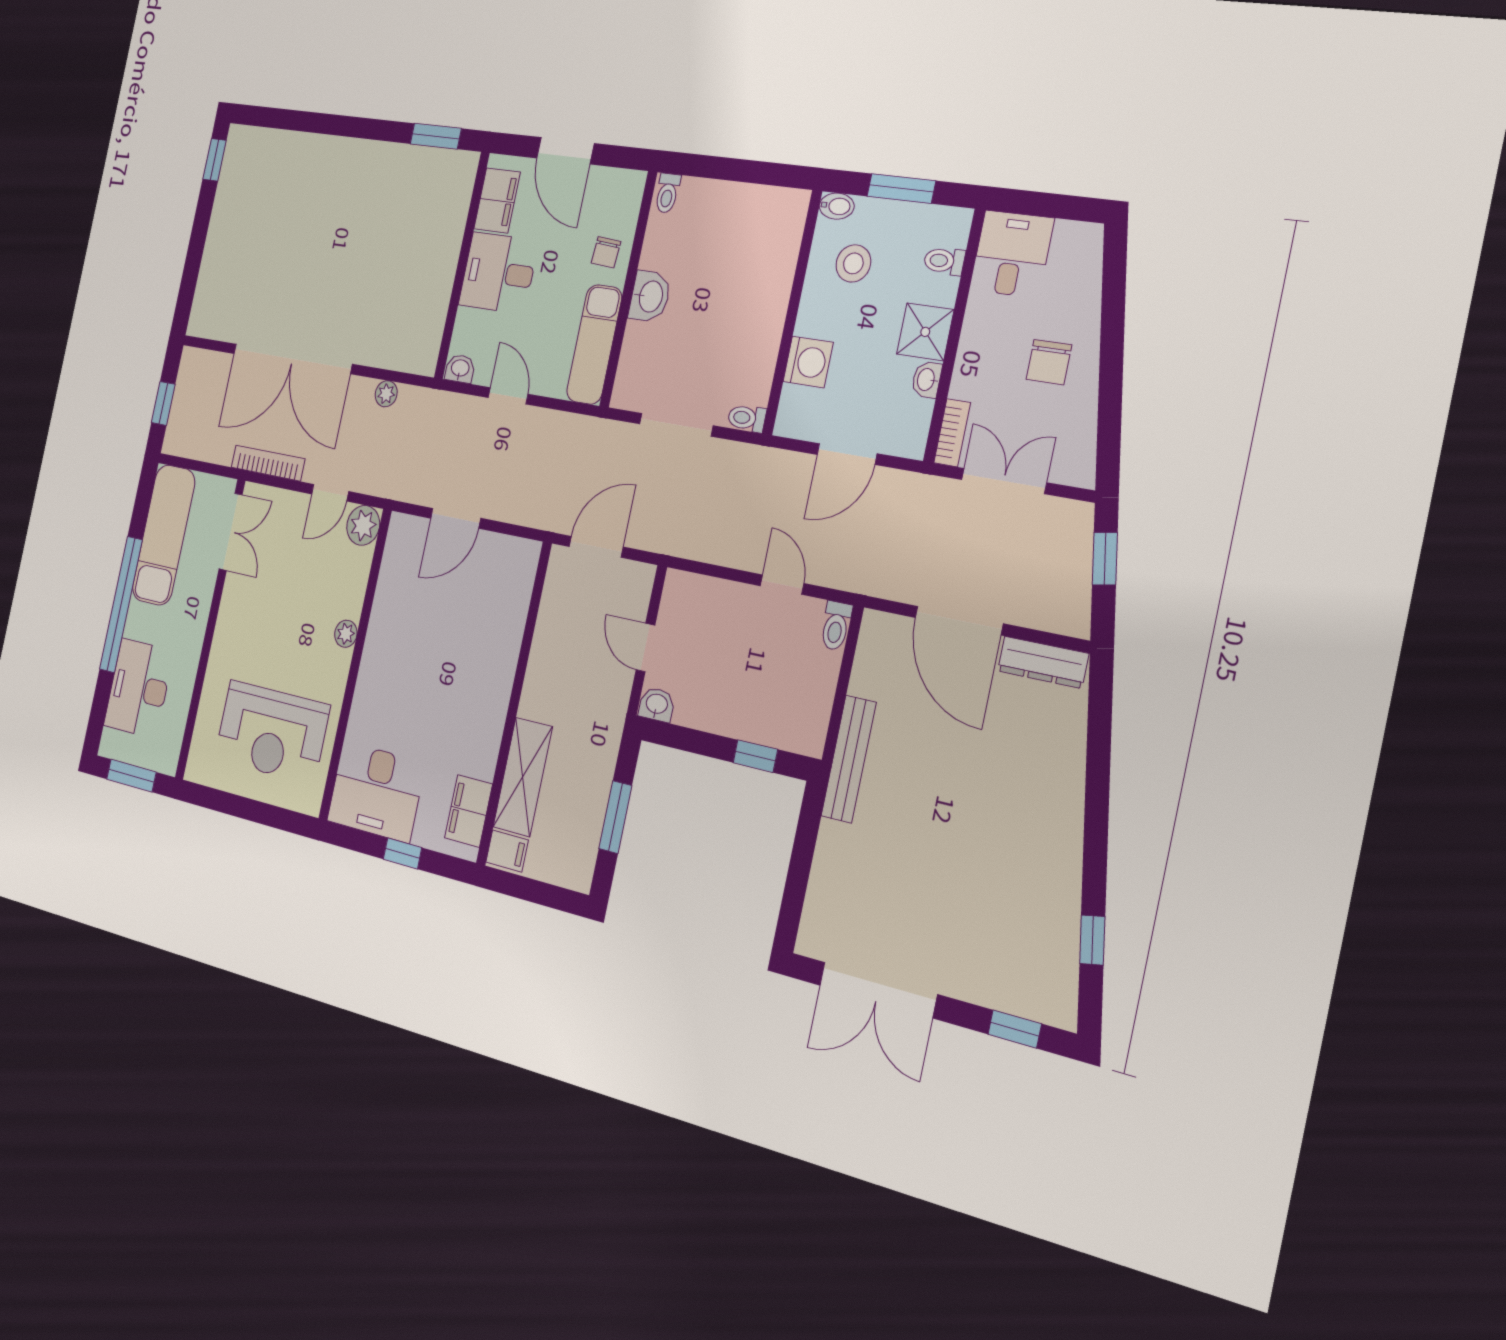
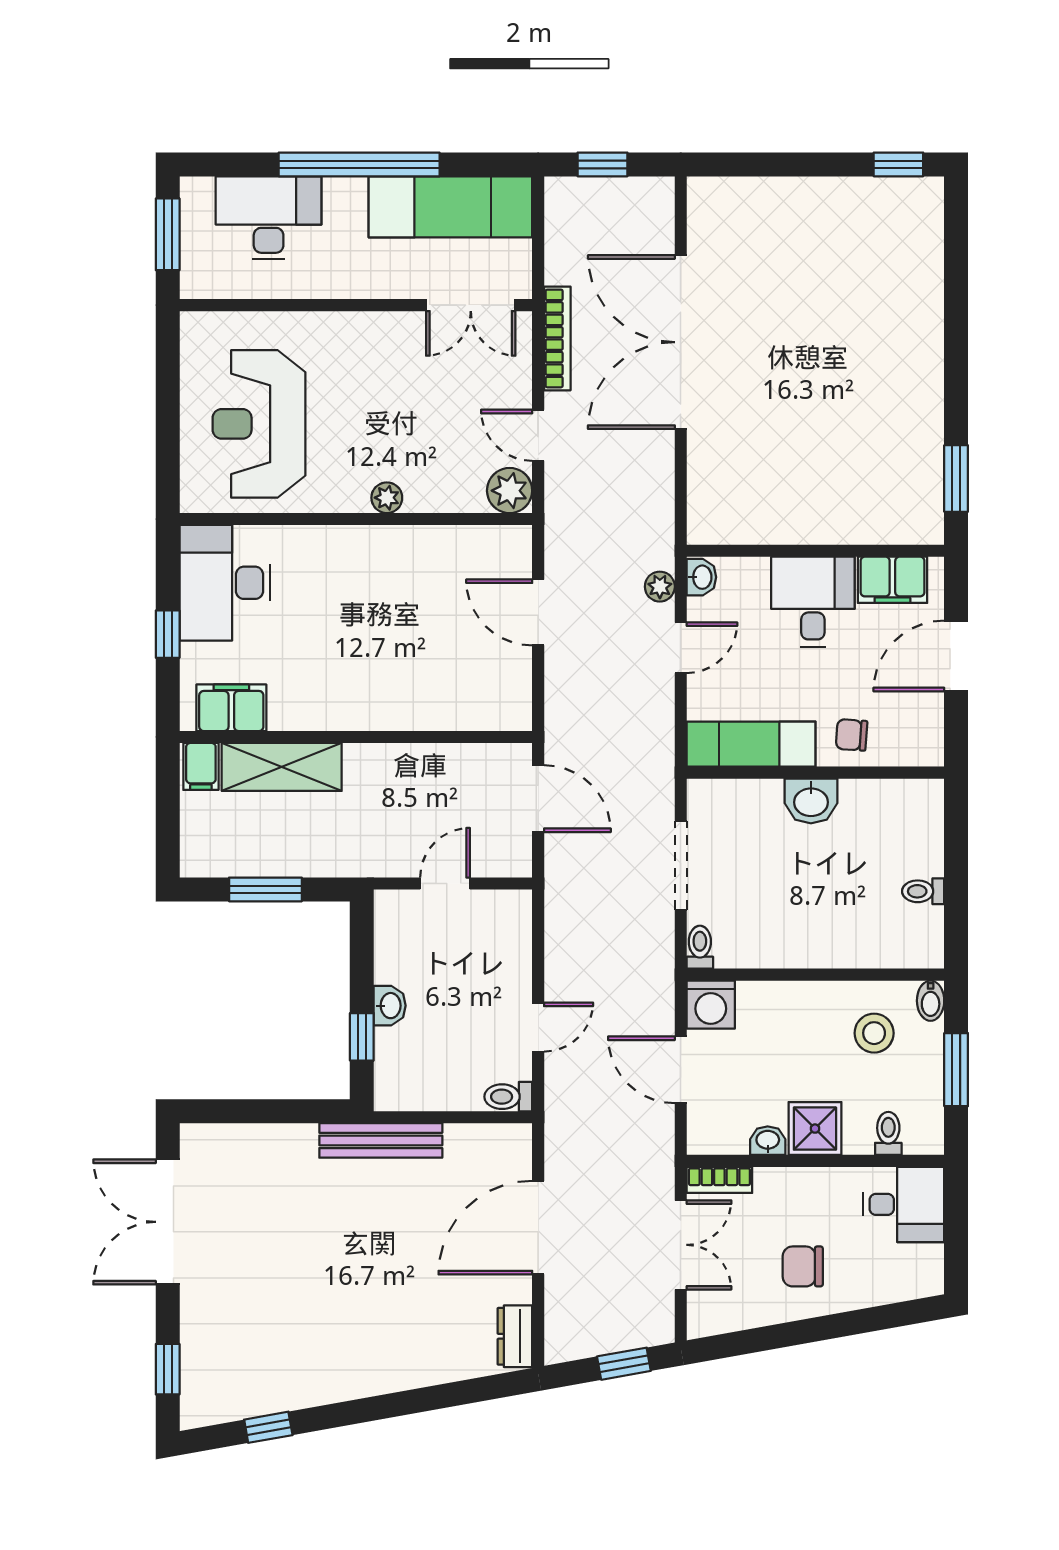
toilet: (667, 193) -> (923, 891), moved
washing machine: (808, 362) -> (711, 1005), moved
plant: (386, 394) -> (660, 587), moved
dresser: (1043, 662) -> (515, 1336), width x0.70
washbasin: (657, 705) -> (390, 1006), moved

